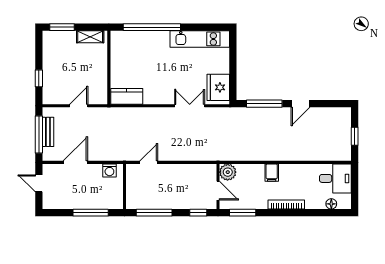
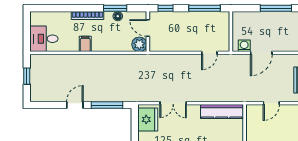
kitchen counter: (127, 96) -> (222, 112), width x1.50
door: (75, 162) -> (261, 53), moved
filing cabinet: (272, 173) -> (85, 44), moved
floor lamp: (331, 204) -> (118, 16), moved
window: (91, 213) -> (276, 8), moved
window: (243, 213) -> (115, 8), moved

